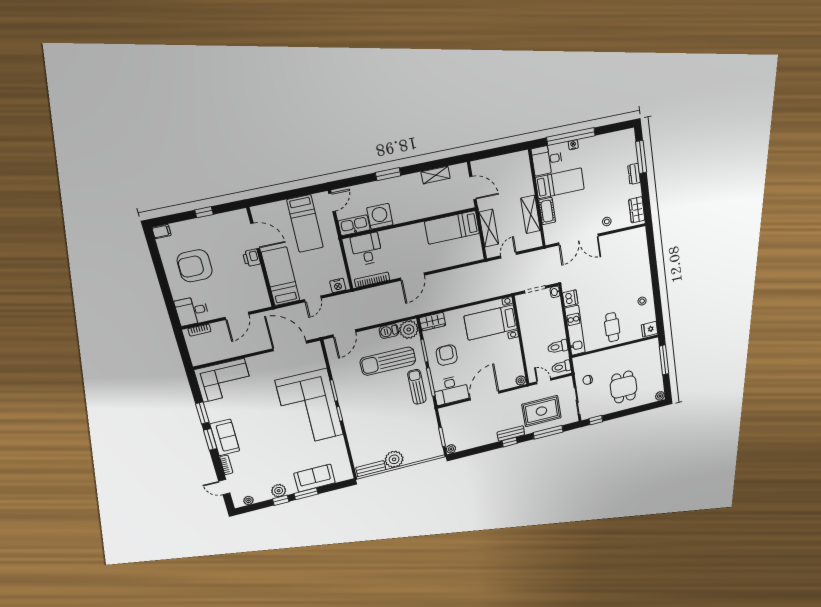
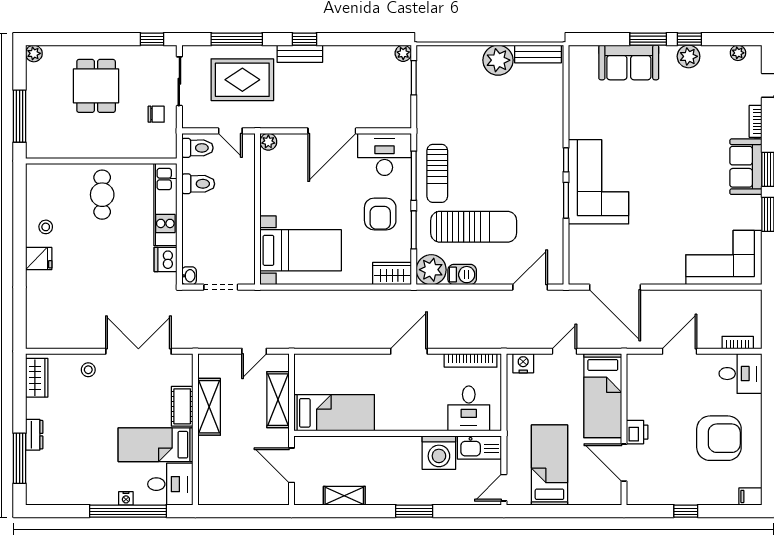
fridge: (649, 329) -> (39, 258), moved
corner sofa: (309, 408) -> (599, 182), width x0.73, depth x0.74

